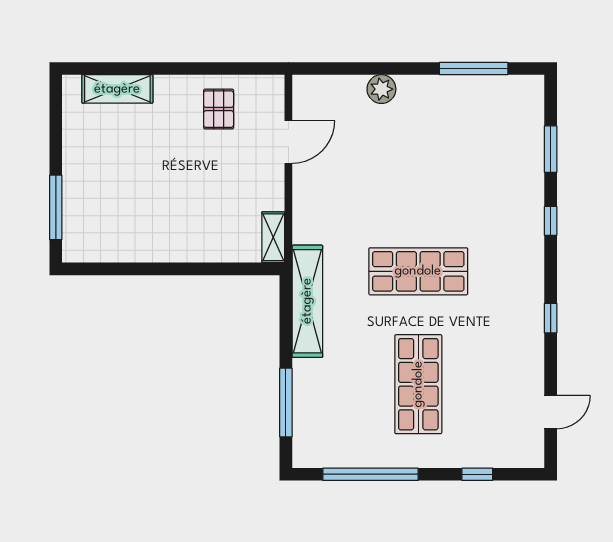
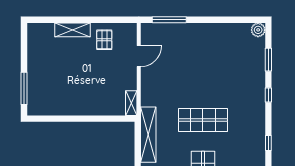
window: (474, 68) -> (169, 20), moved
shelving: (117, 89) -> (72, 30), moved
plant: (381, 89) -> (258, 30), moved

